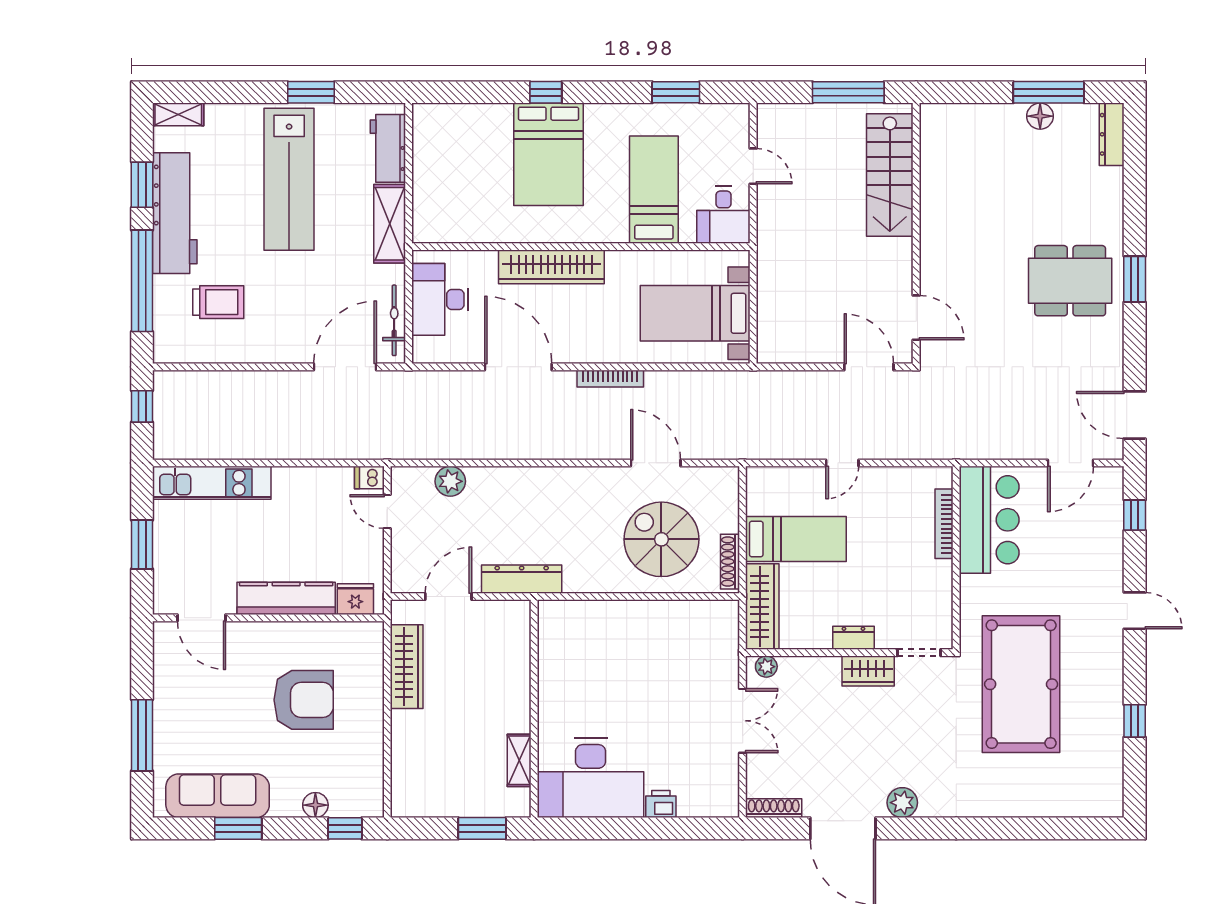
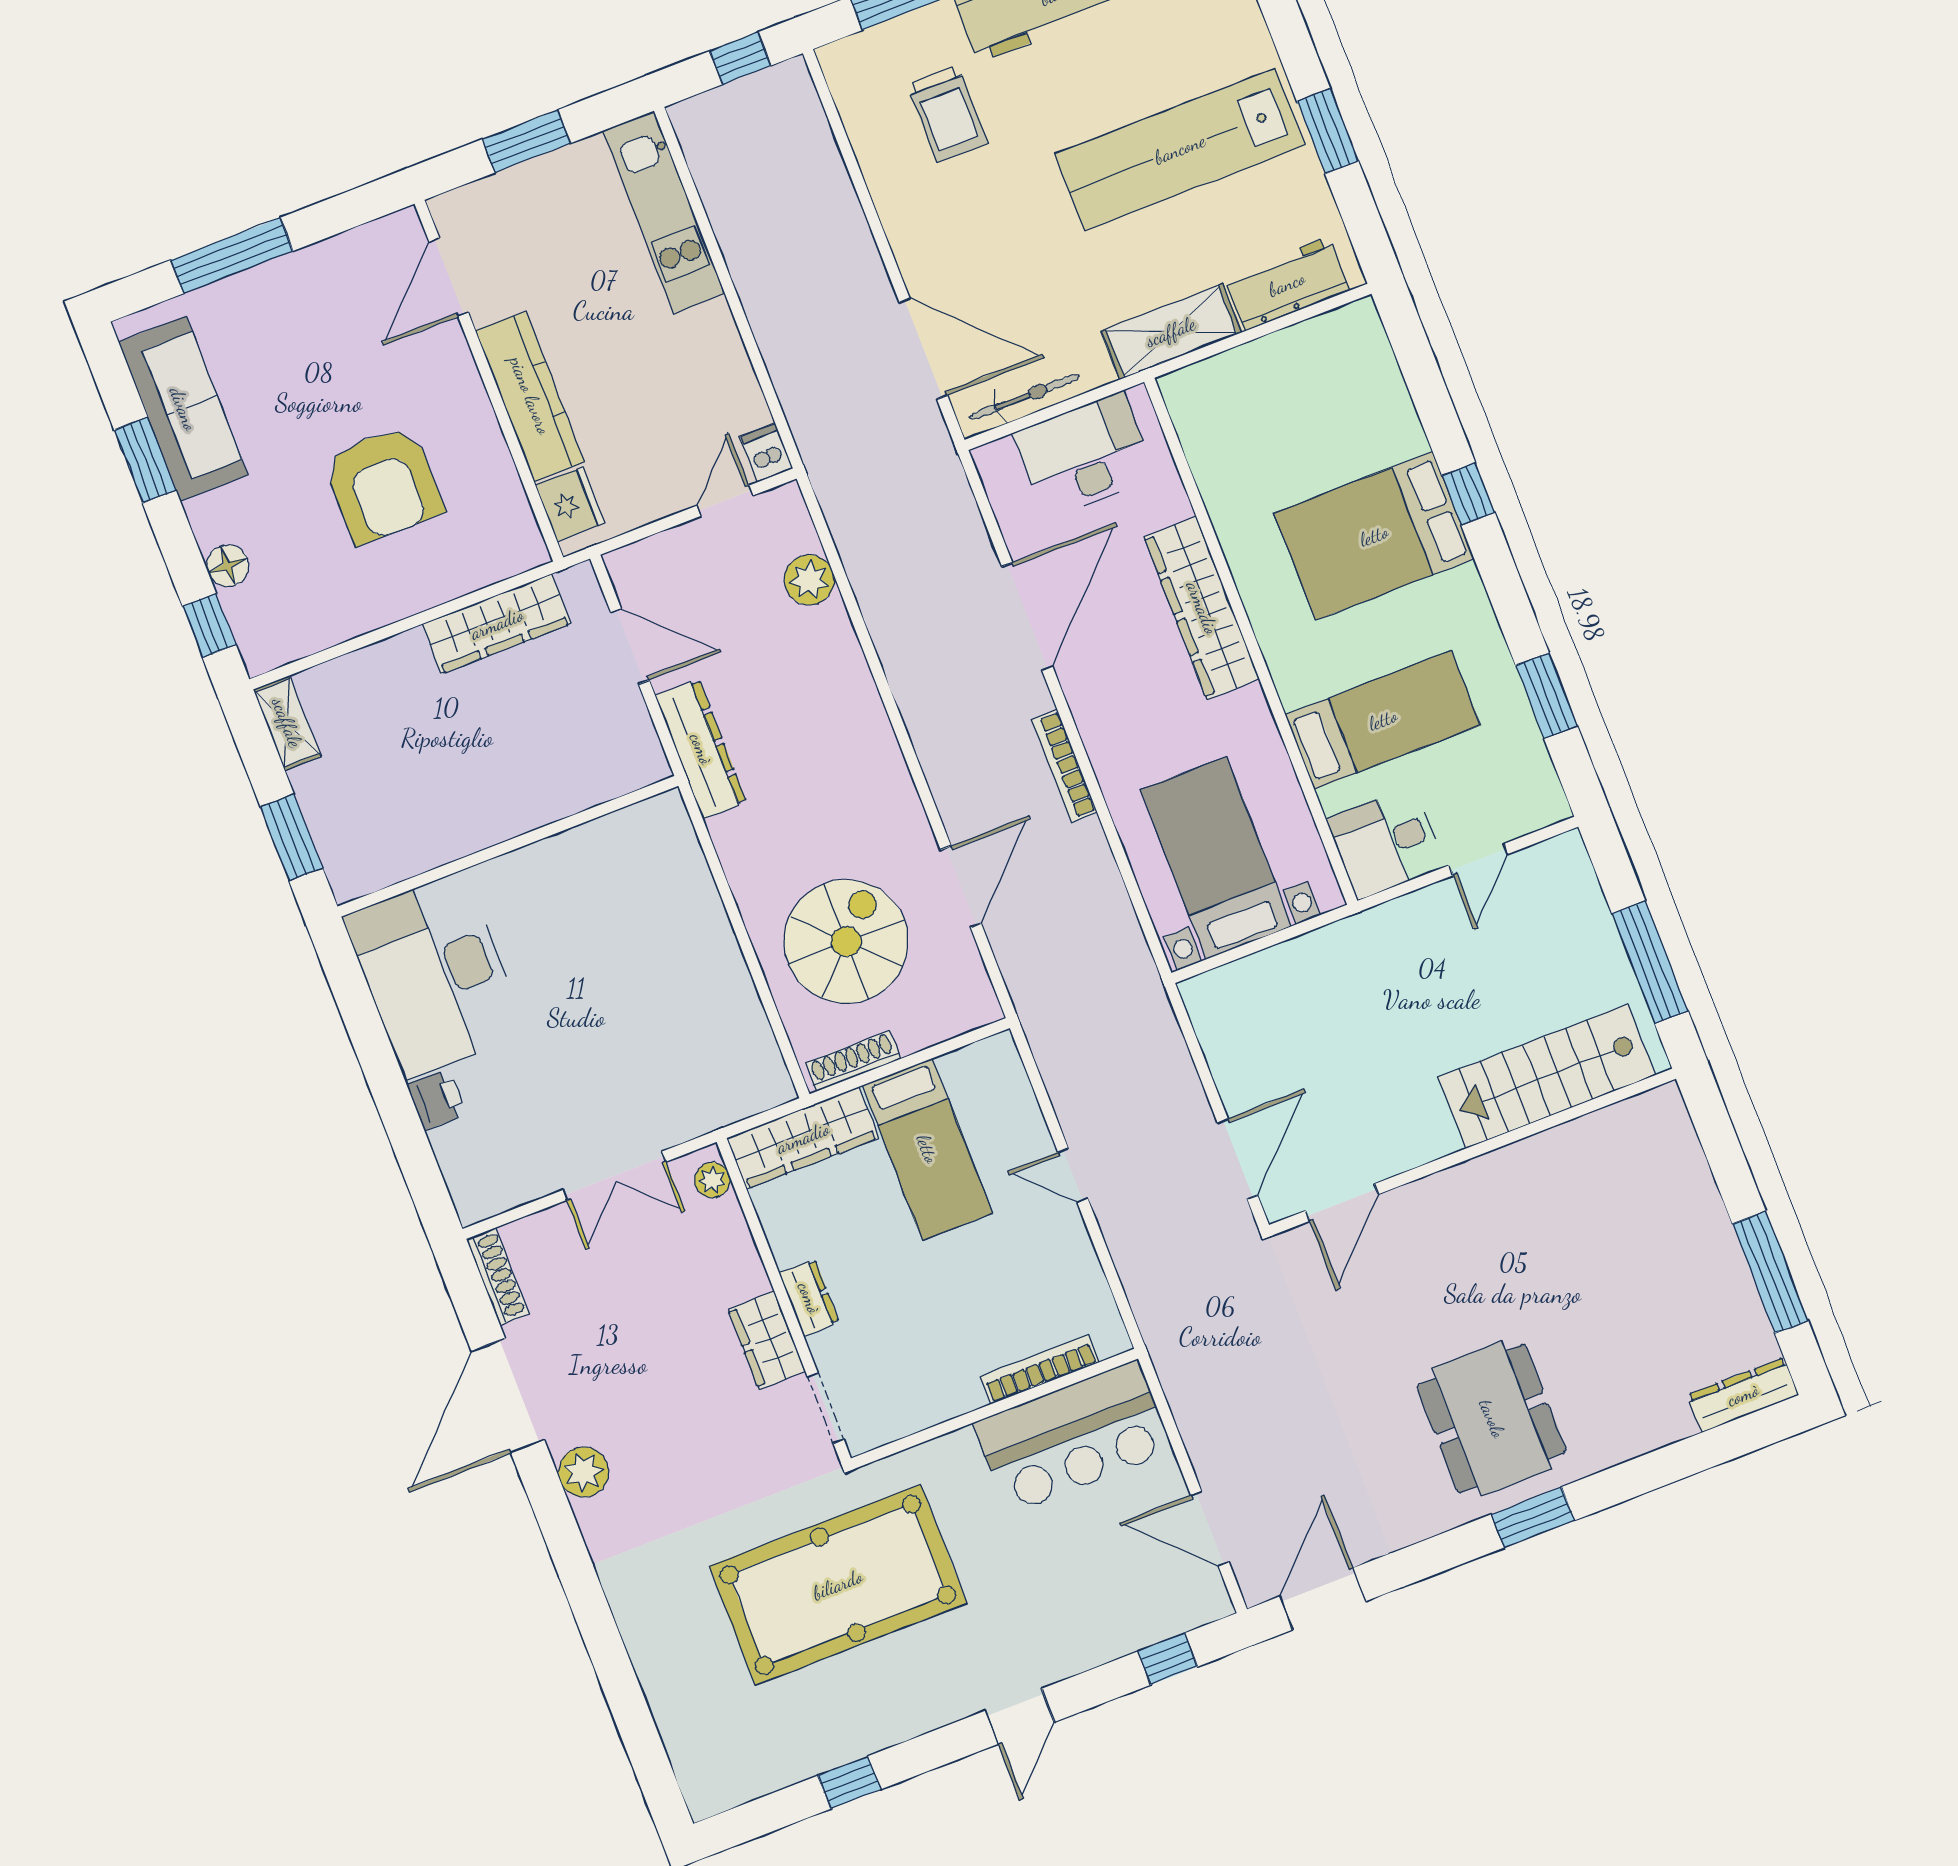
floor lamp: (1040, 116) -> (1728, 1273), removed
shelving: (519, 760) -> (287, 723), moved, turned 90

